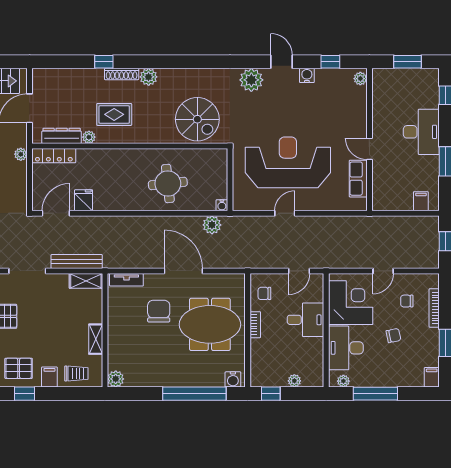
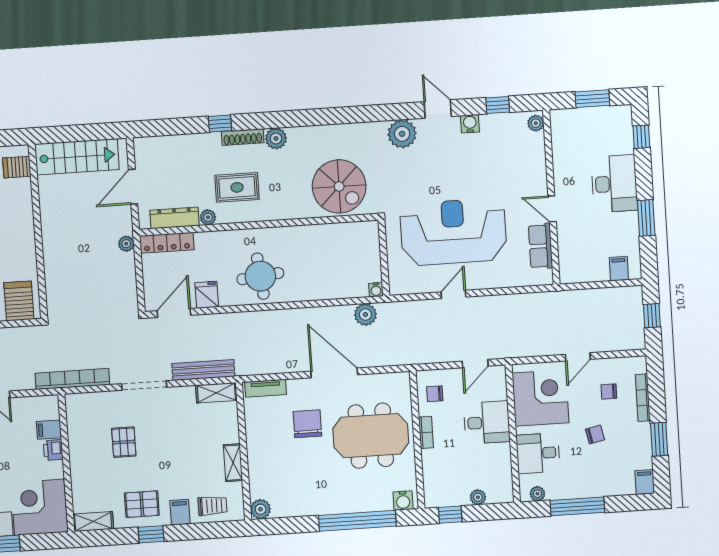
round table: (168, 183) -> (260, 276), moved
desk: (346, 348) -> (538, 453), width x0.73

